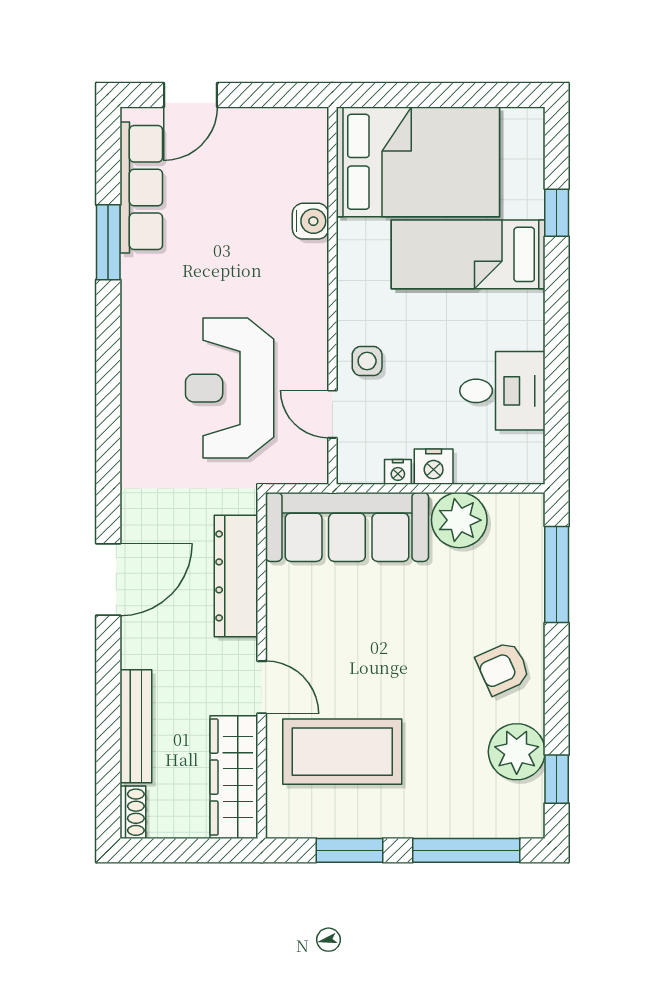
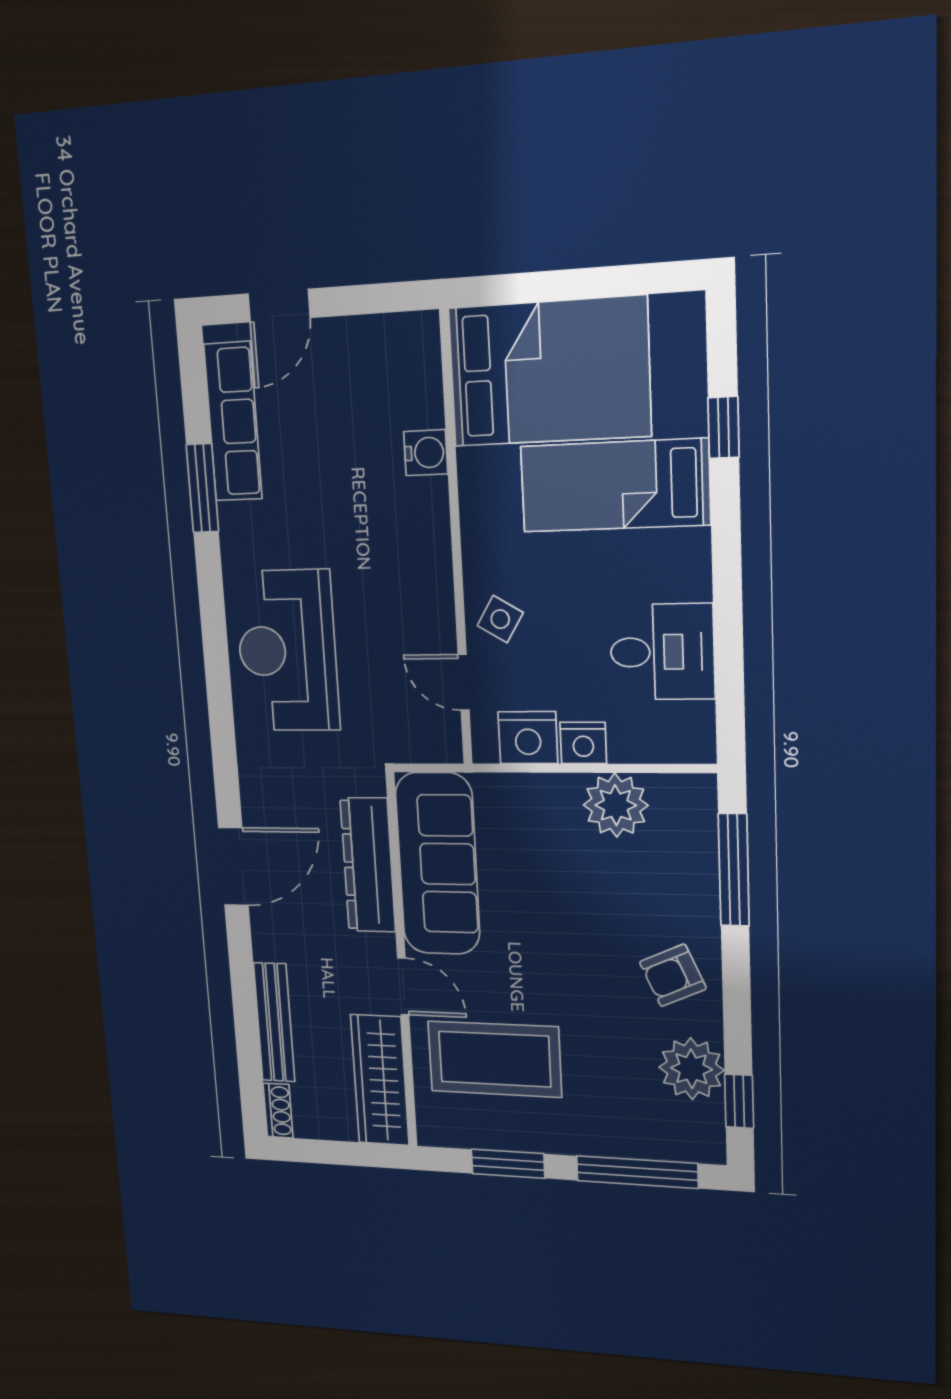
side table: (367, 361) -> (500, 619), turned 31
reception desk: (230, 388) -> (287, 651), moved
nightstand: (398, 472) -> (528, 738), width x1.89, depth x1.79
sofa: (347, 527) -> (438, 864), moved, turned -90

